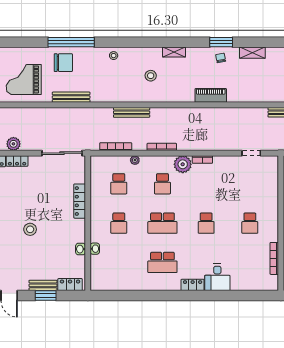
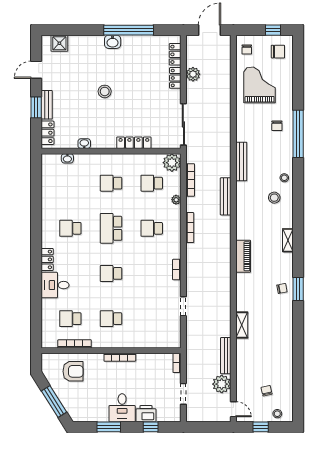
shelving: (252, 53) -> (242, 325), moved
chair: (63, 63) -> (277, 126), width x0.54, depth x0.54
stool: (151, 76) -> (274, 198), moved
piano: (211, 95) -> (243, 256), moved
bench: (71, 97) -> (241, 161), moved
doorway: (251, 153) -> (183, 306), moved
plant: (183, 164) -> (172, 163), moved
washbasin: (95, 249) -> (67, 158), moved
school desk: (162, 262) -> (70, 228), width x0.54
school desk: (250, 262) -> (70, 319), added

